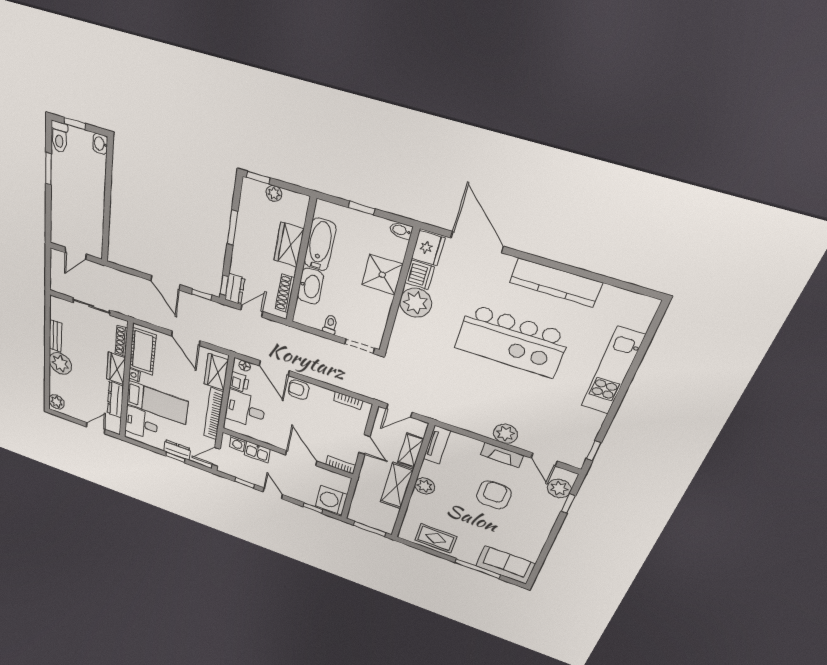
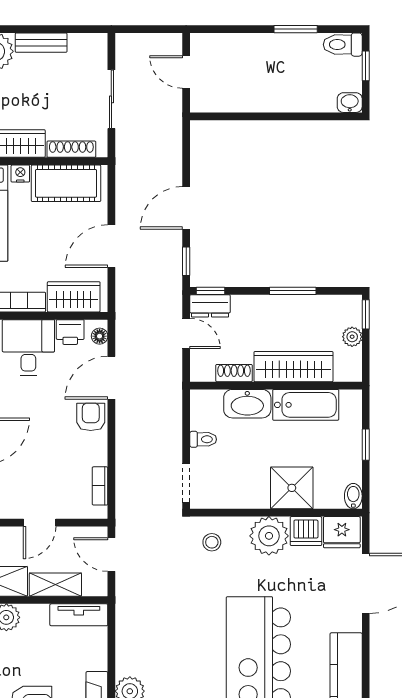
wardrobe: (289, 245) -> (294, 367), width x1.50
shoe rack: (285, 293) -> (234, 373), width x0.70
stool: (409, 344) -> (212, 542), added

